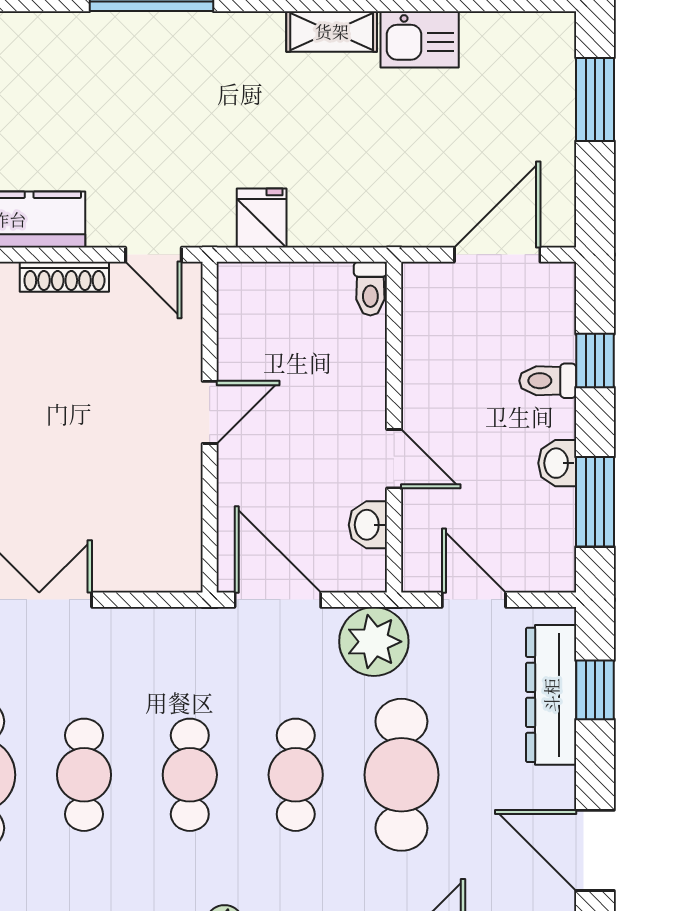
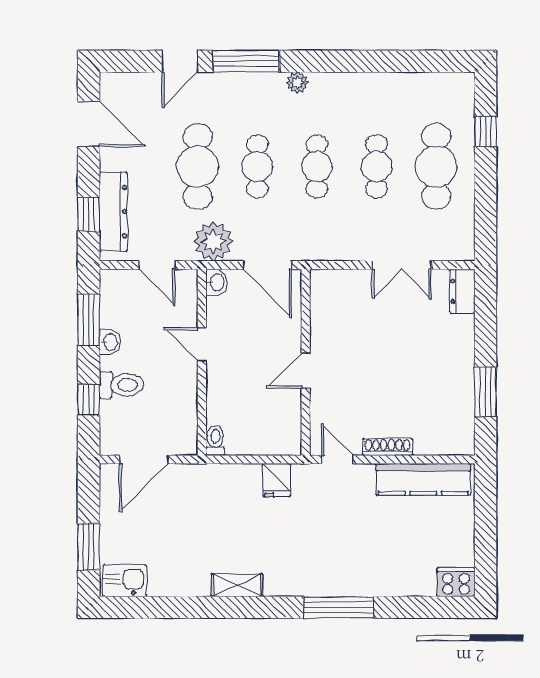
kitchen sink: (420, 39) -> (125, 581), moved
toilet: (548, 381) -> (121, 385), width x1.37, depth x1.39
washbasin: (368, 525) -> (217, 282), moved

